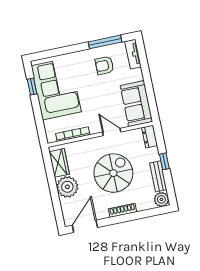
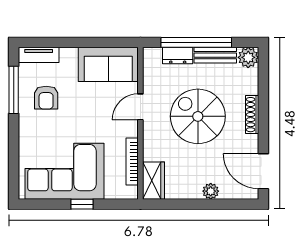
window: (32, 86) -> (82, 204), moved
dresser: (150, 137) -> (178, 56), moved
window: (164, 161) -> (196, 42), width x3.17
wardrobe: (59, 163) -> (154, 181), moved, turned 90
plant: (67, 187) -> (211, 191), width x0.53, depth x0.53

